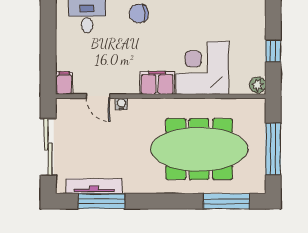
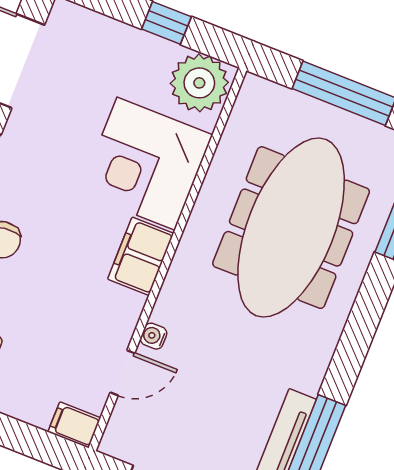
plant: (258, 85) -> (199, 83), width x1.88, depth x1.88

